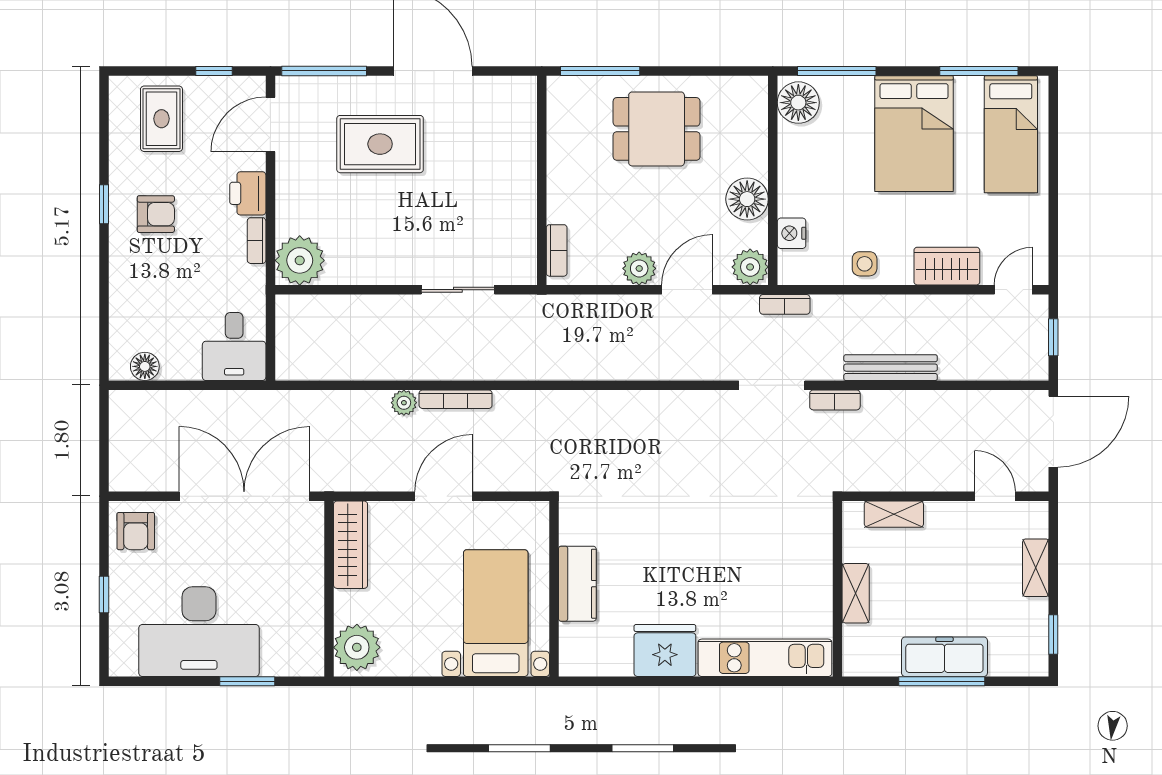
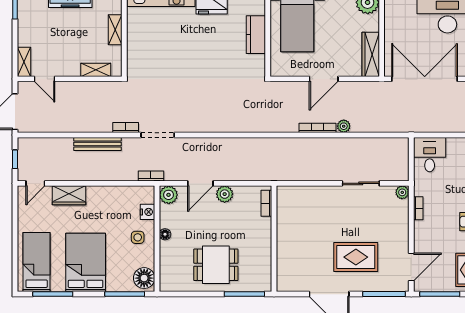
window: (214, 71) -> (440, 294), width x2.17
printer: (248, 193) -> (423, 232), removed
floor lamp: (747, 199) -> (165, 234), width x0.53, depth x0.53
plant: (300, 260) -> (402, 192), width x0.53, depth x0.53
side table: (865, 264) -> (138, 237), moved
sliding door: (458, 290) -> (361, 183), moved
double door: (244, 496) -> (425, 79), swing flipped
shelving: (1036, 568) -> (24, 62), moved

